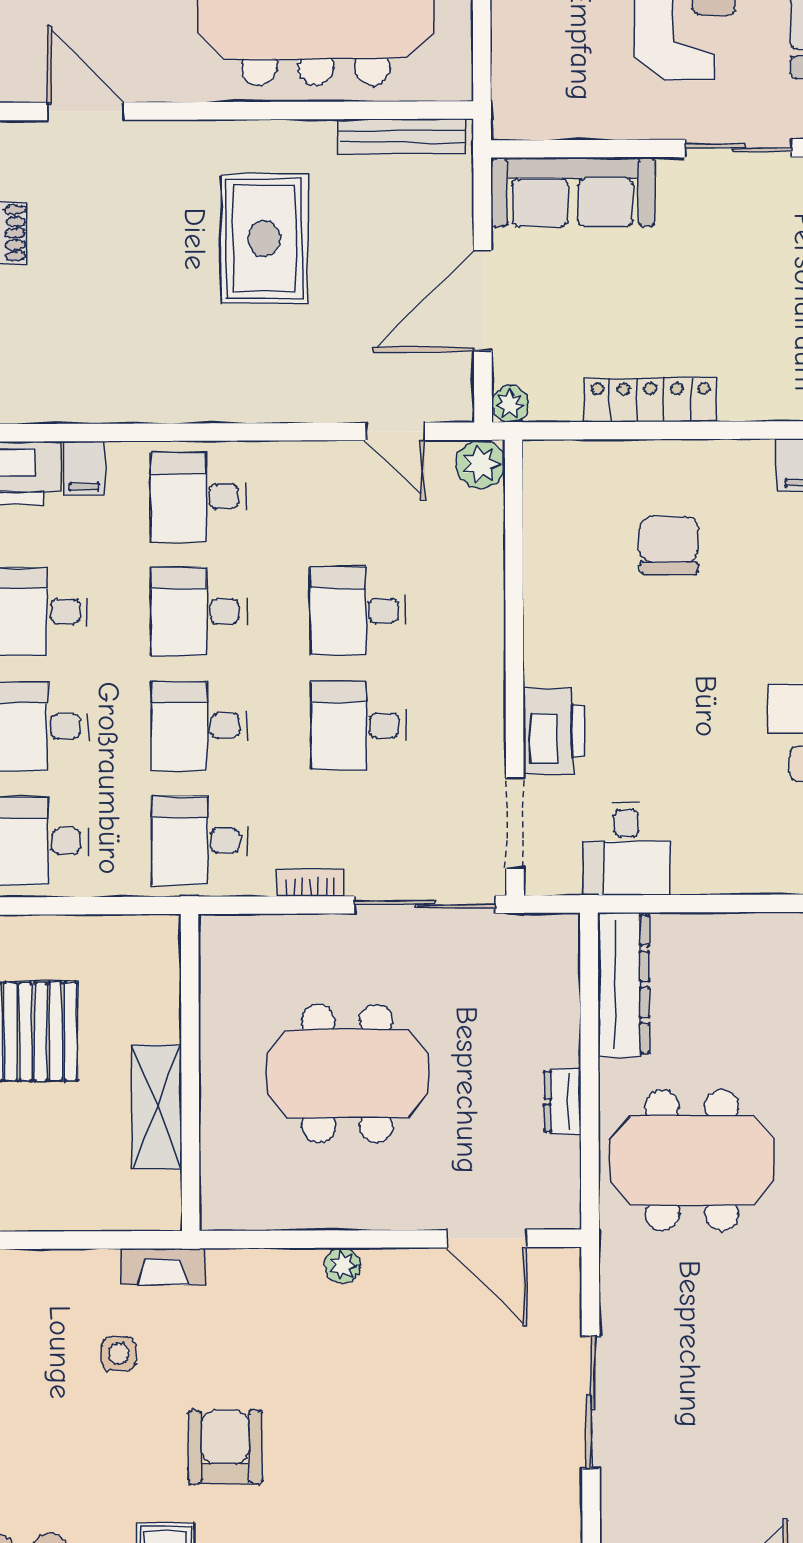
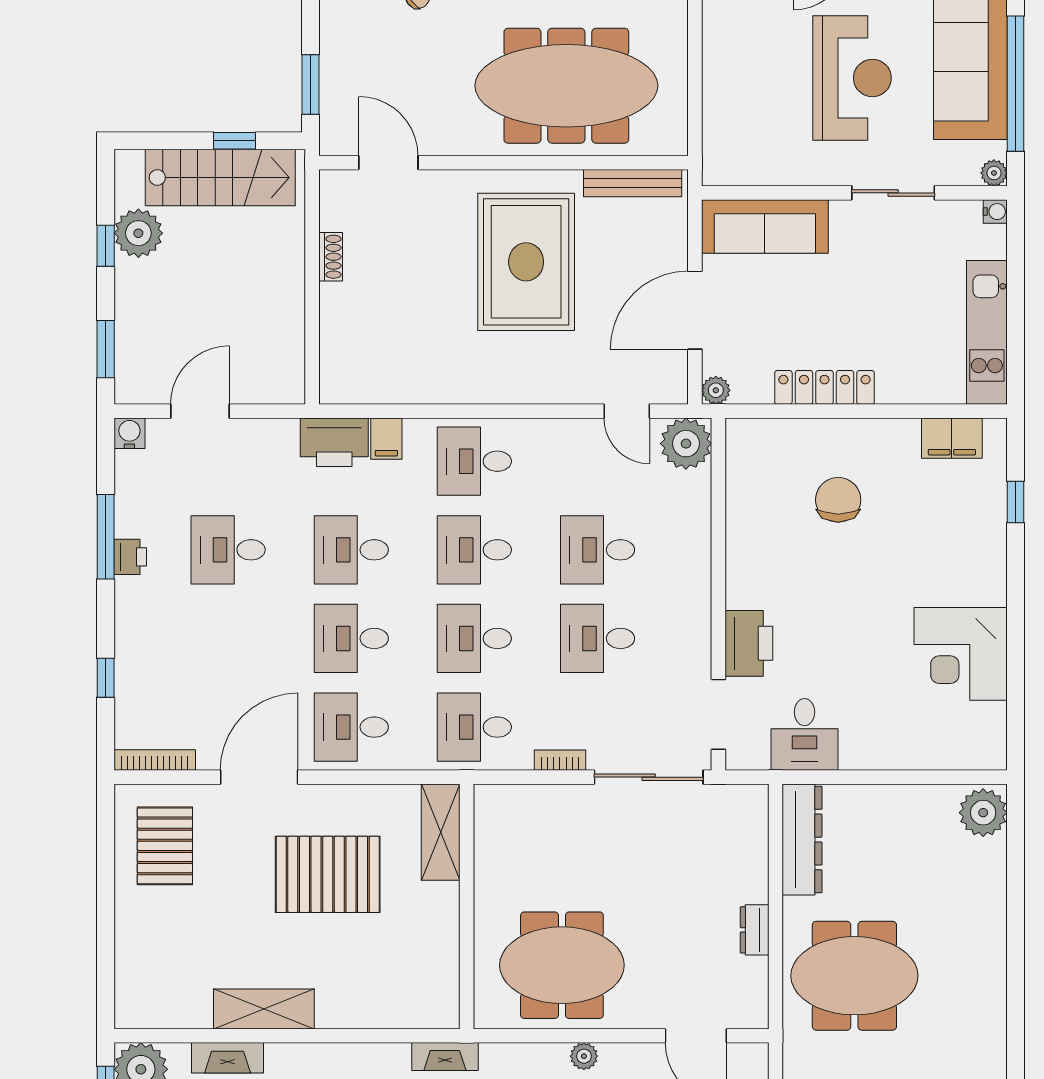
rug: (264, 239) -> (526, 262), width x1.37, depth x1.44
plant: (481, 464) -> (686, 444), width x1.36, depth x1.36
meeting table: (347, 1073) -> (562, 965), moved
shelving: (157, 1106) -> (441, 832), moved

